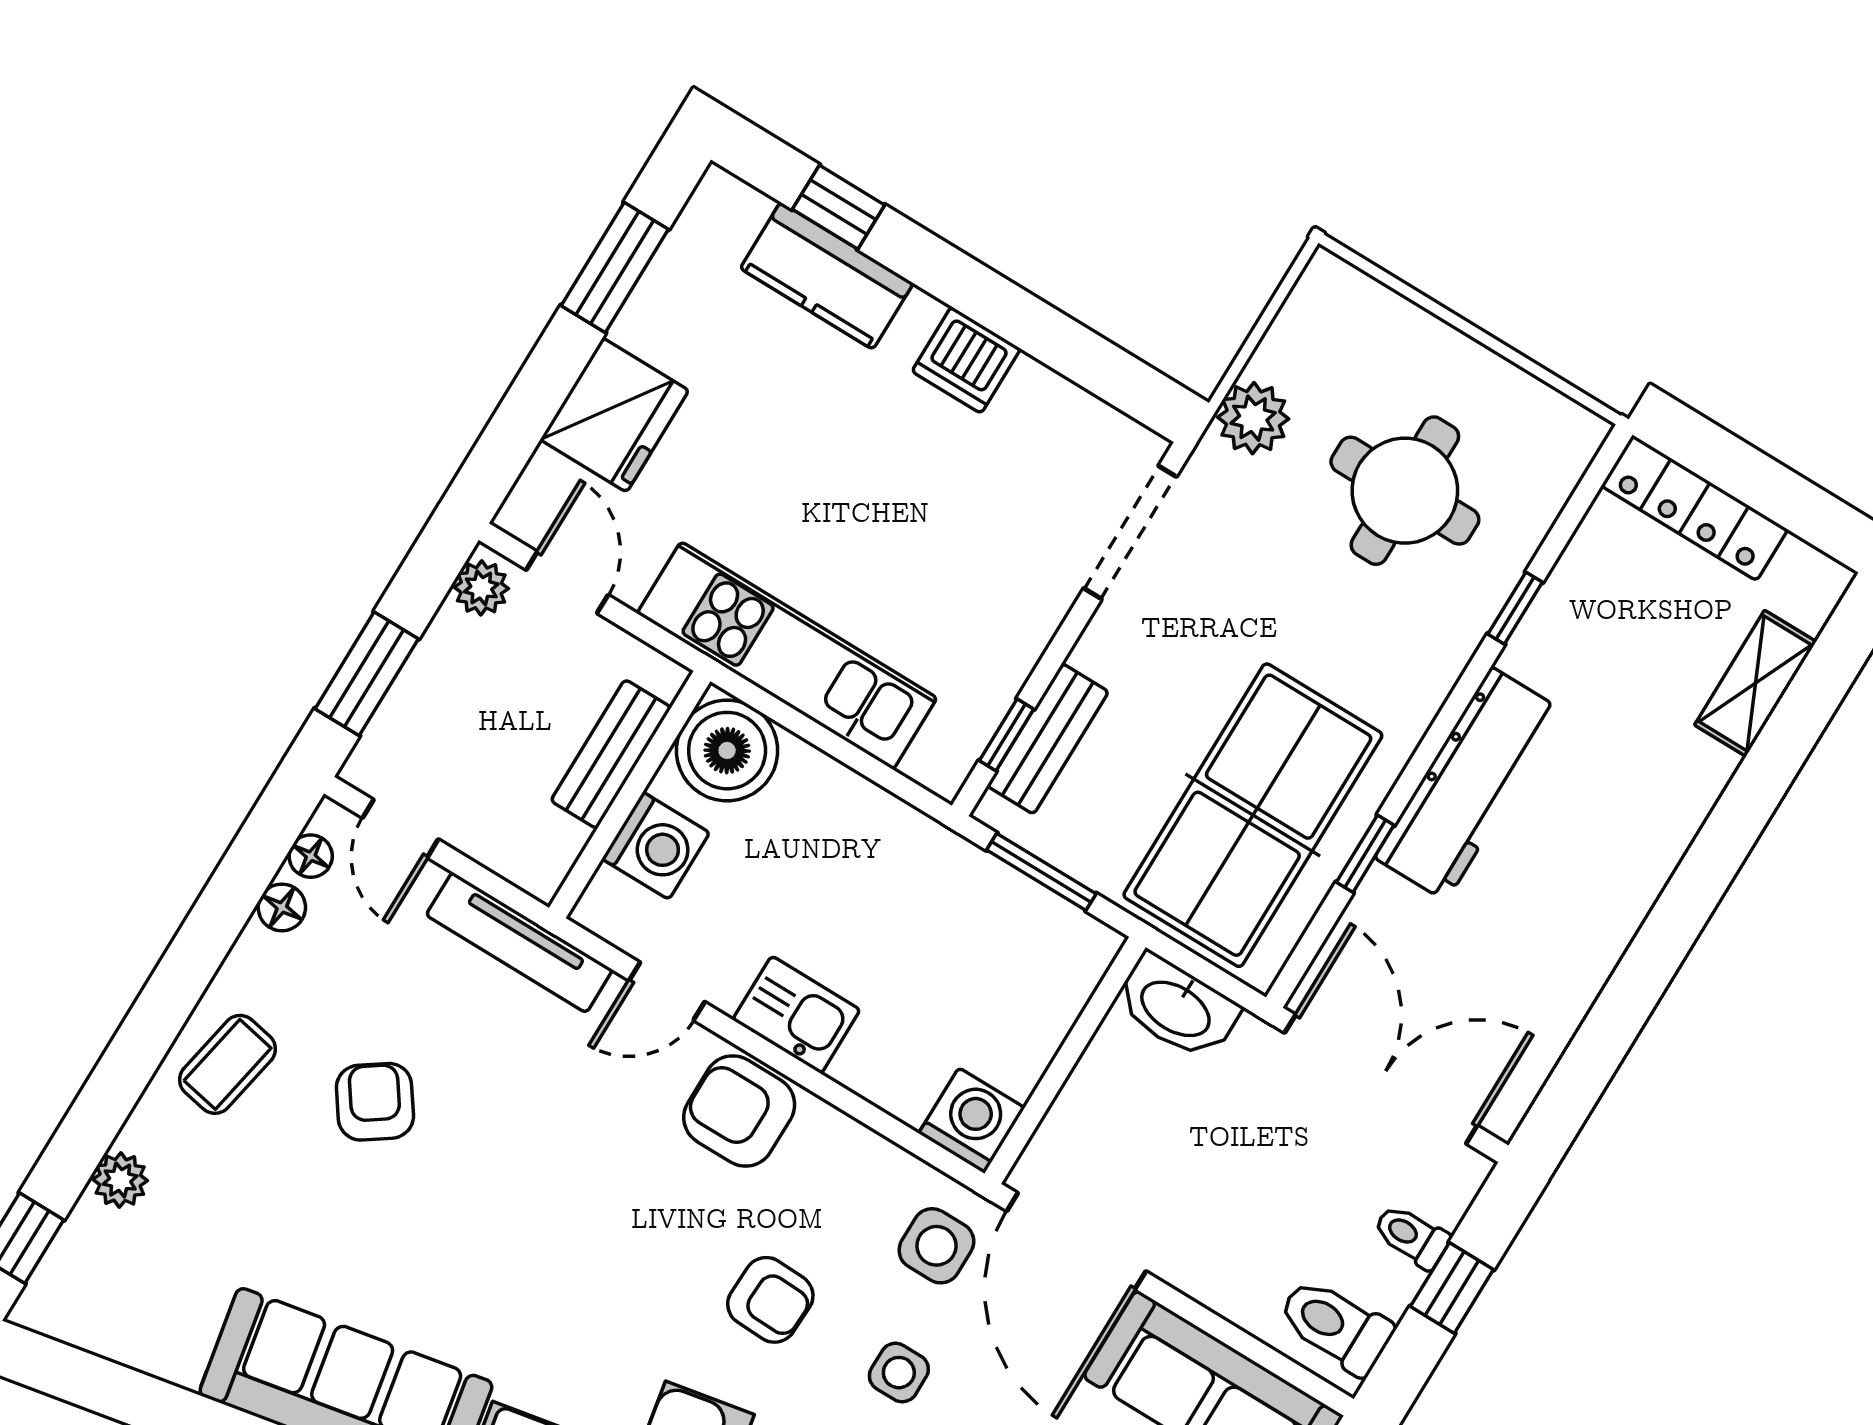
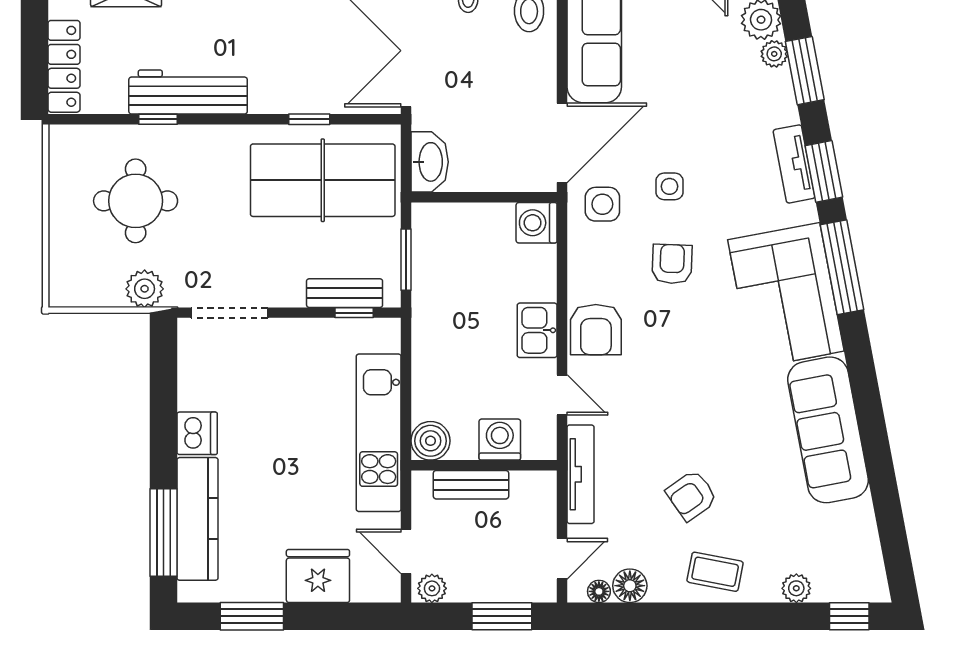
window: (839, 207) -> (163, 532), width x2.17
kitchen counter: (827, 276) -> (198, 519), width x1.50
door: (567, 582) -> (406, 551), hinge flipped
boiler: (727, 751) -> (431, 441), width x0.73, depth x0.73
workbench: (1469, 784) -> (188, 92), moved
floor lamp: (282, 907) -> (630, 586), width x1.37, depth x1.37

